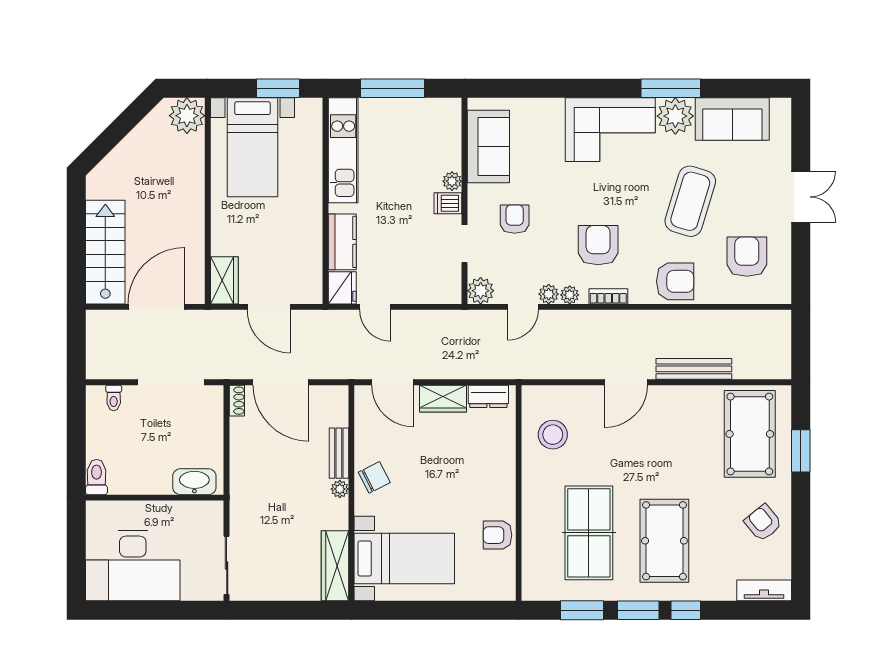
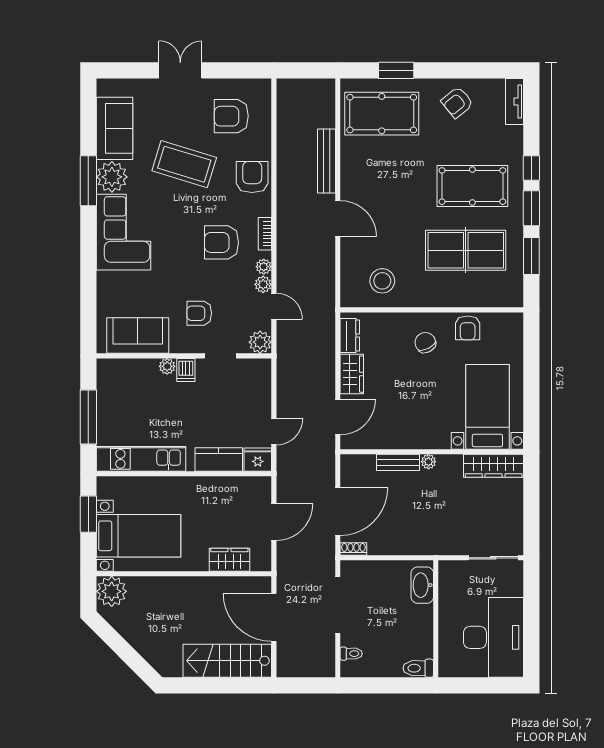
wardrobe: (224, 280) -> (229, 560), moved
chair: (374, 477) -> (425, 343), moved

